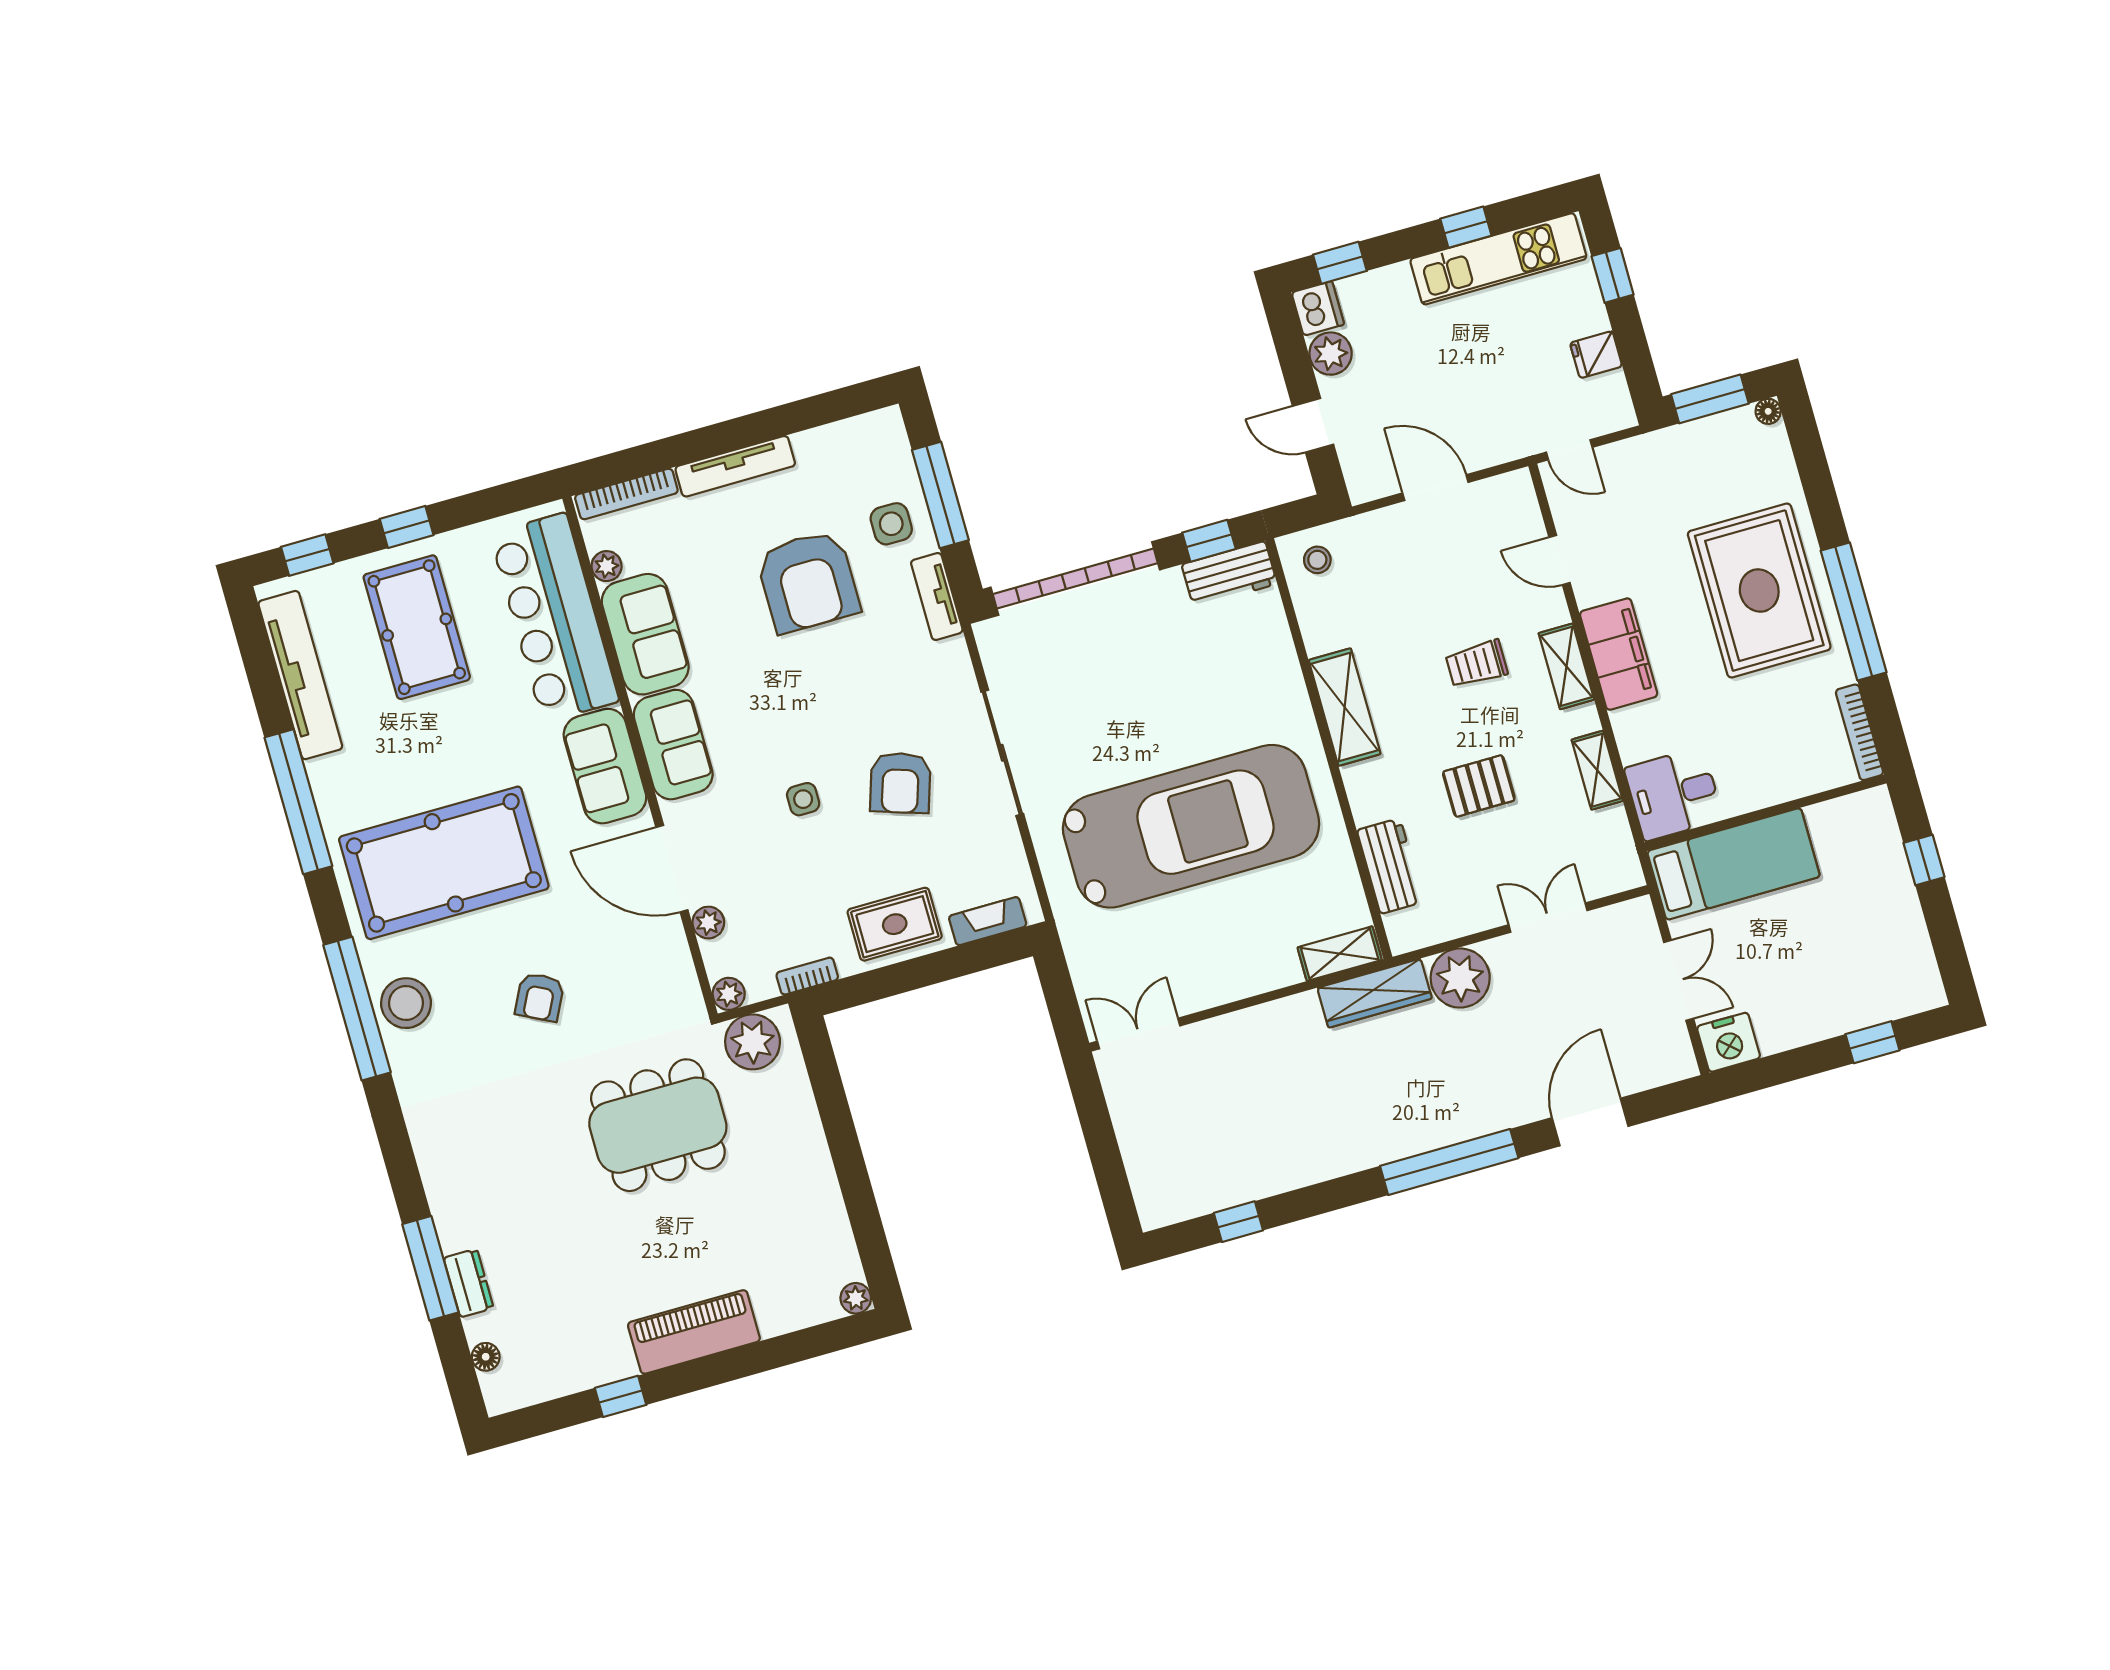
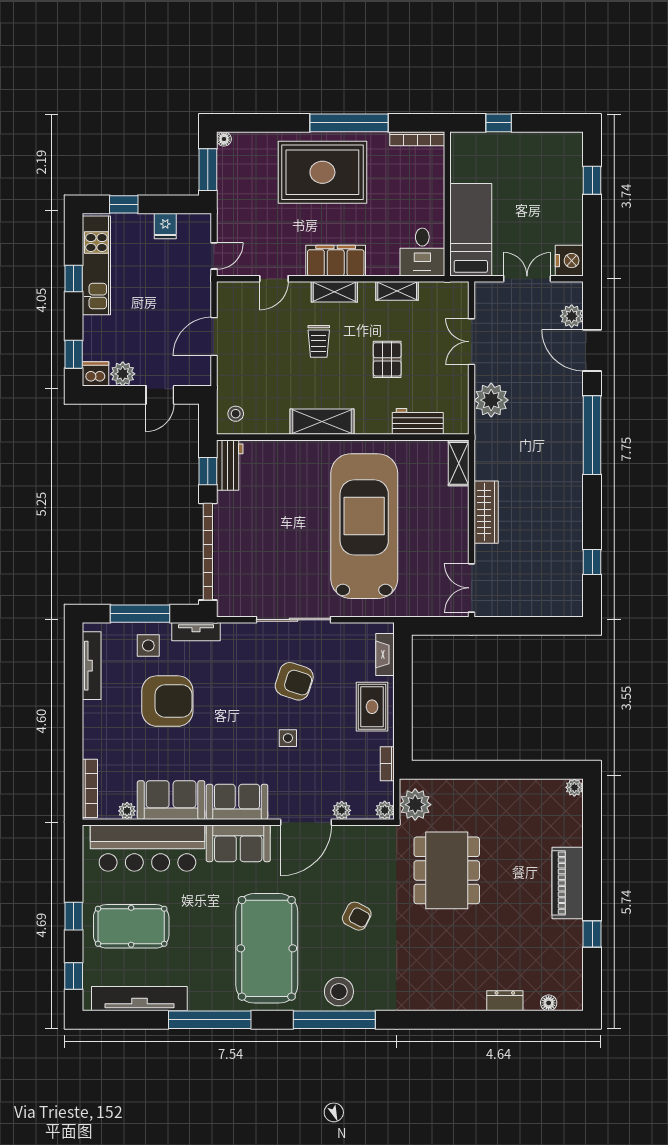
tv unit: (735, 466) -> (92, 666), moved
wardrobe: (1375, 993) -> (486, 512), moved
plant: (1637, 1072) -> (572, 316), added
window: (430, 1268) -> (491, 1020), removed

